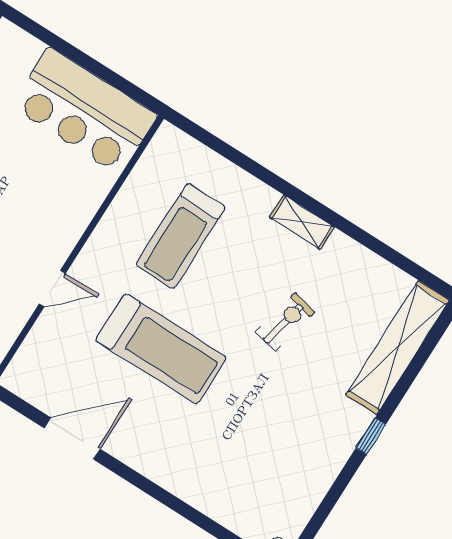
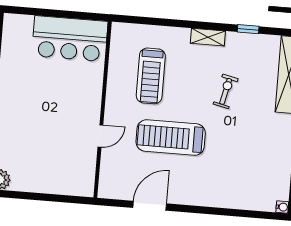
window: (372, 243) -> (248, 29), added
treadmill: (161, 349) -> (171, 137), turned 180

